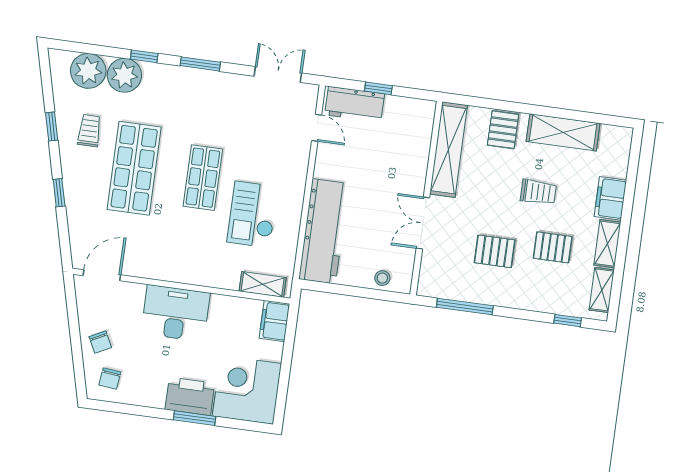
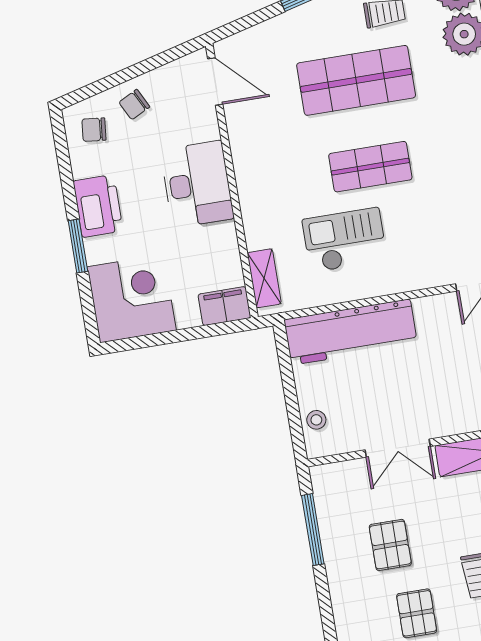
double door: (423, 223) -> (398, 448), swing flipped
printer: (190, 396) -> (98, 206), moved

